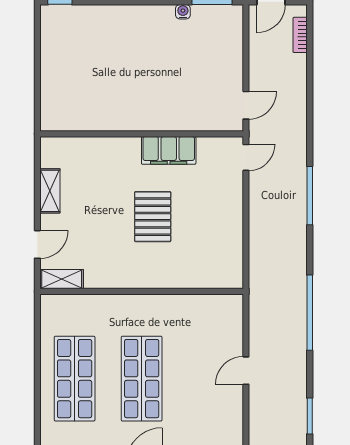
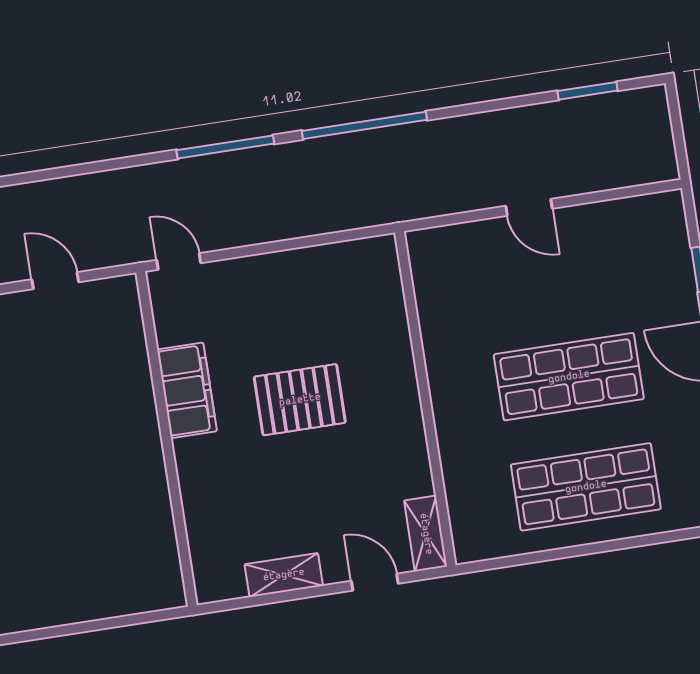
door: (246, 105) -> (55, 281), moved
window: (310, 313) -> (364, 125), moved

